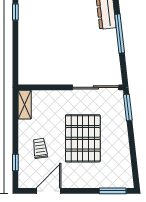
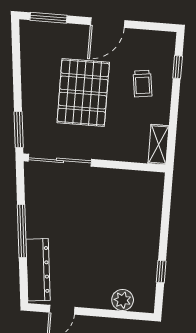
door: (49, 191) -> (108, 23), moved

